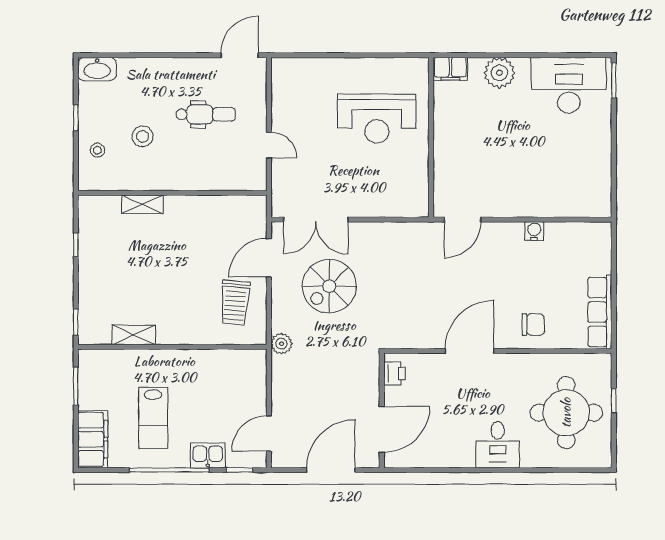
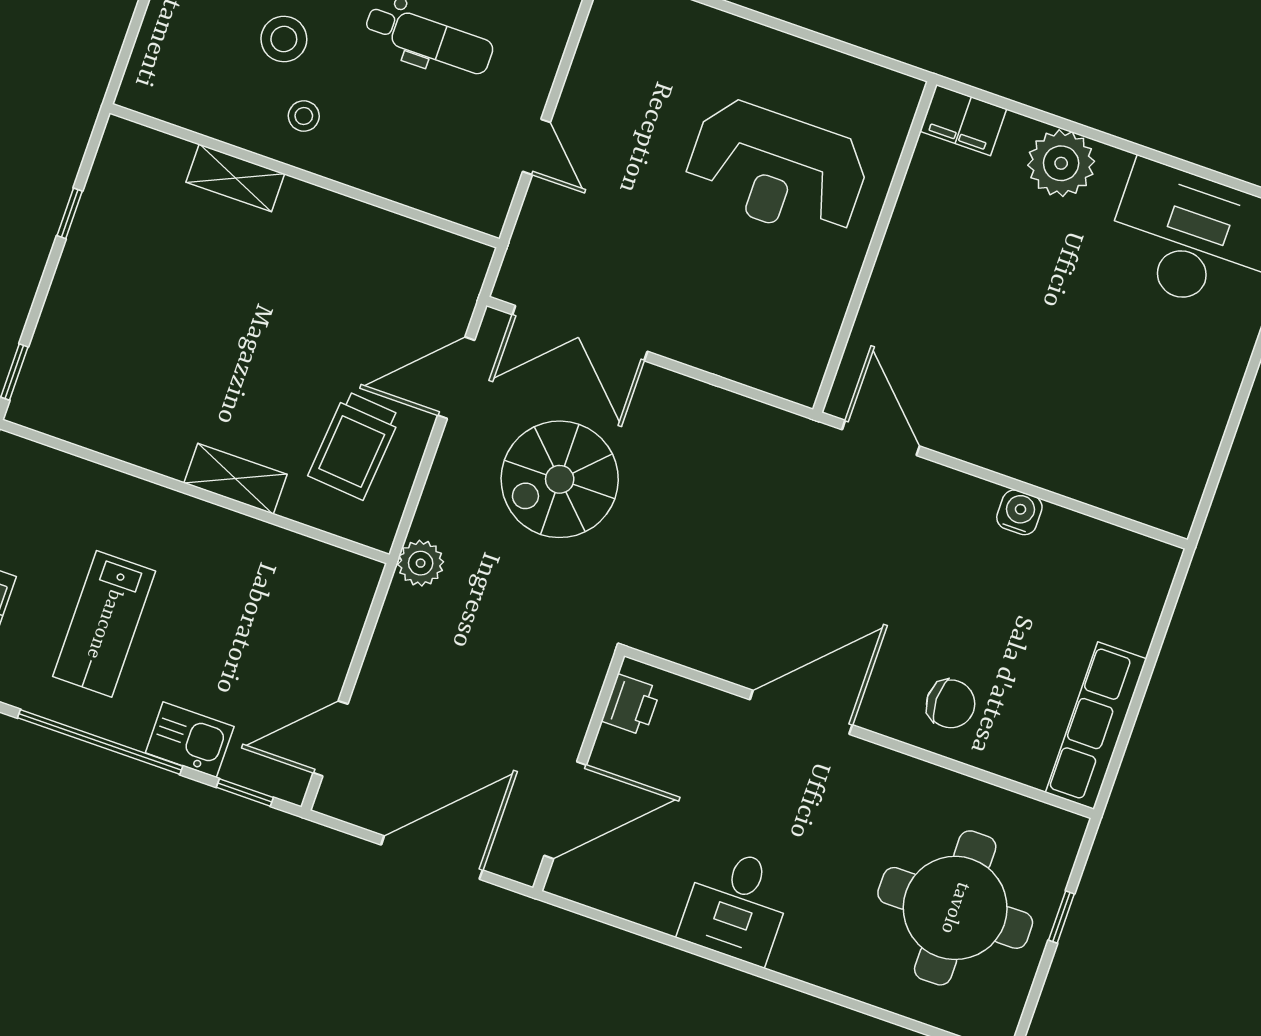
stool: (97, 150) -> (304, 116), moved
door: (463, 220) -> (881, 438), swing flipped
shelving: (134, 335) -> (236, 479), moved
desk: (498, 445) -> (737, 905), moved

